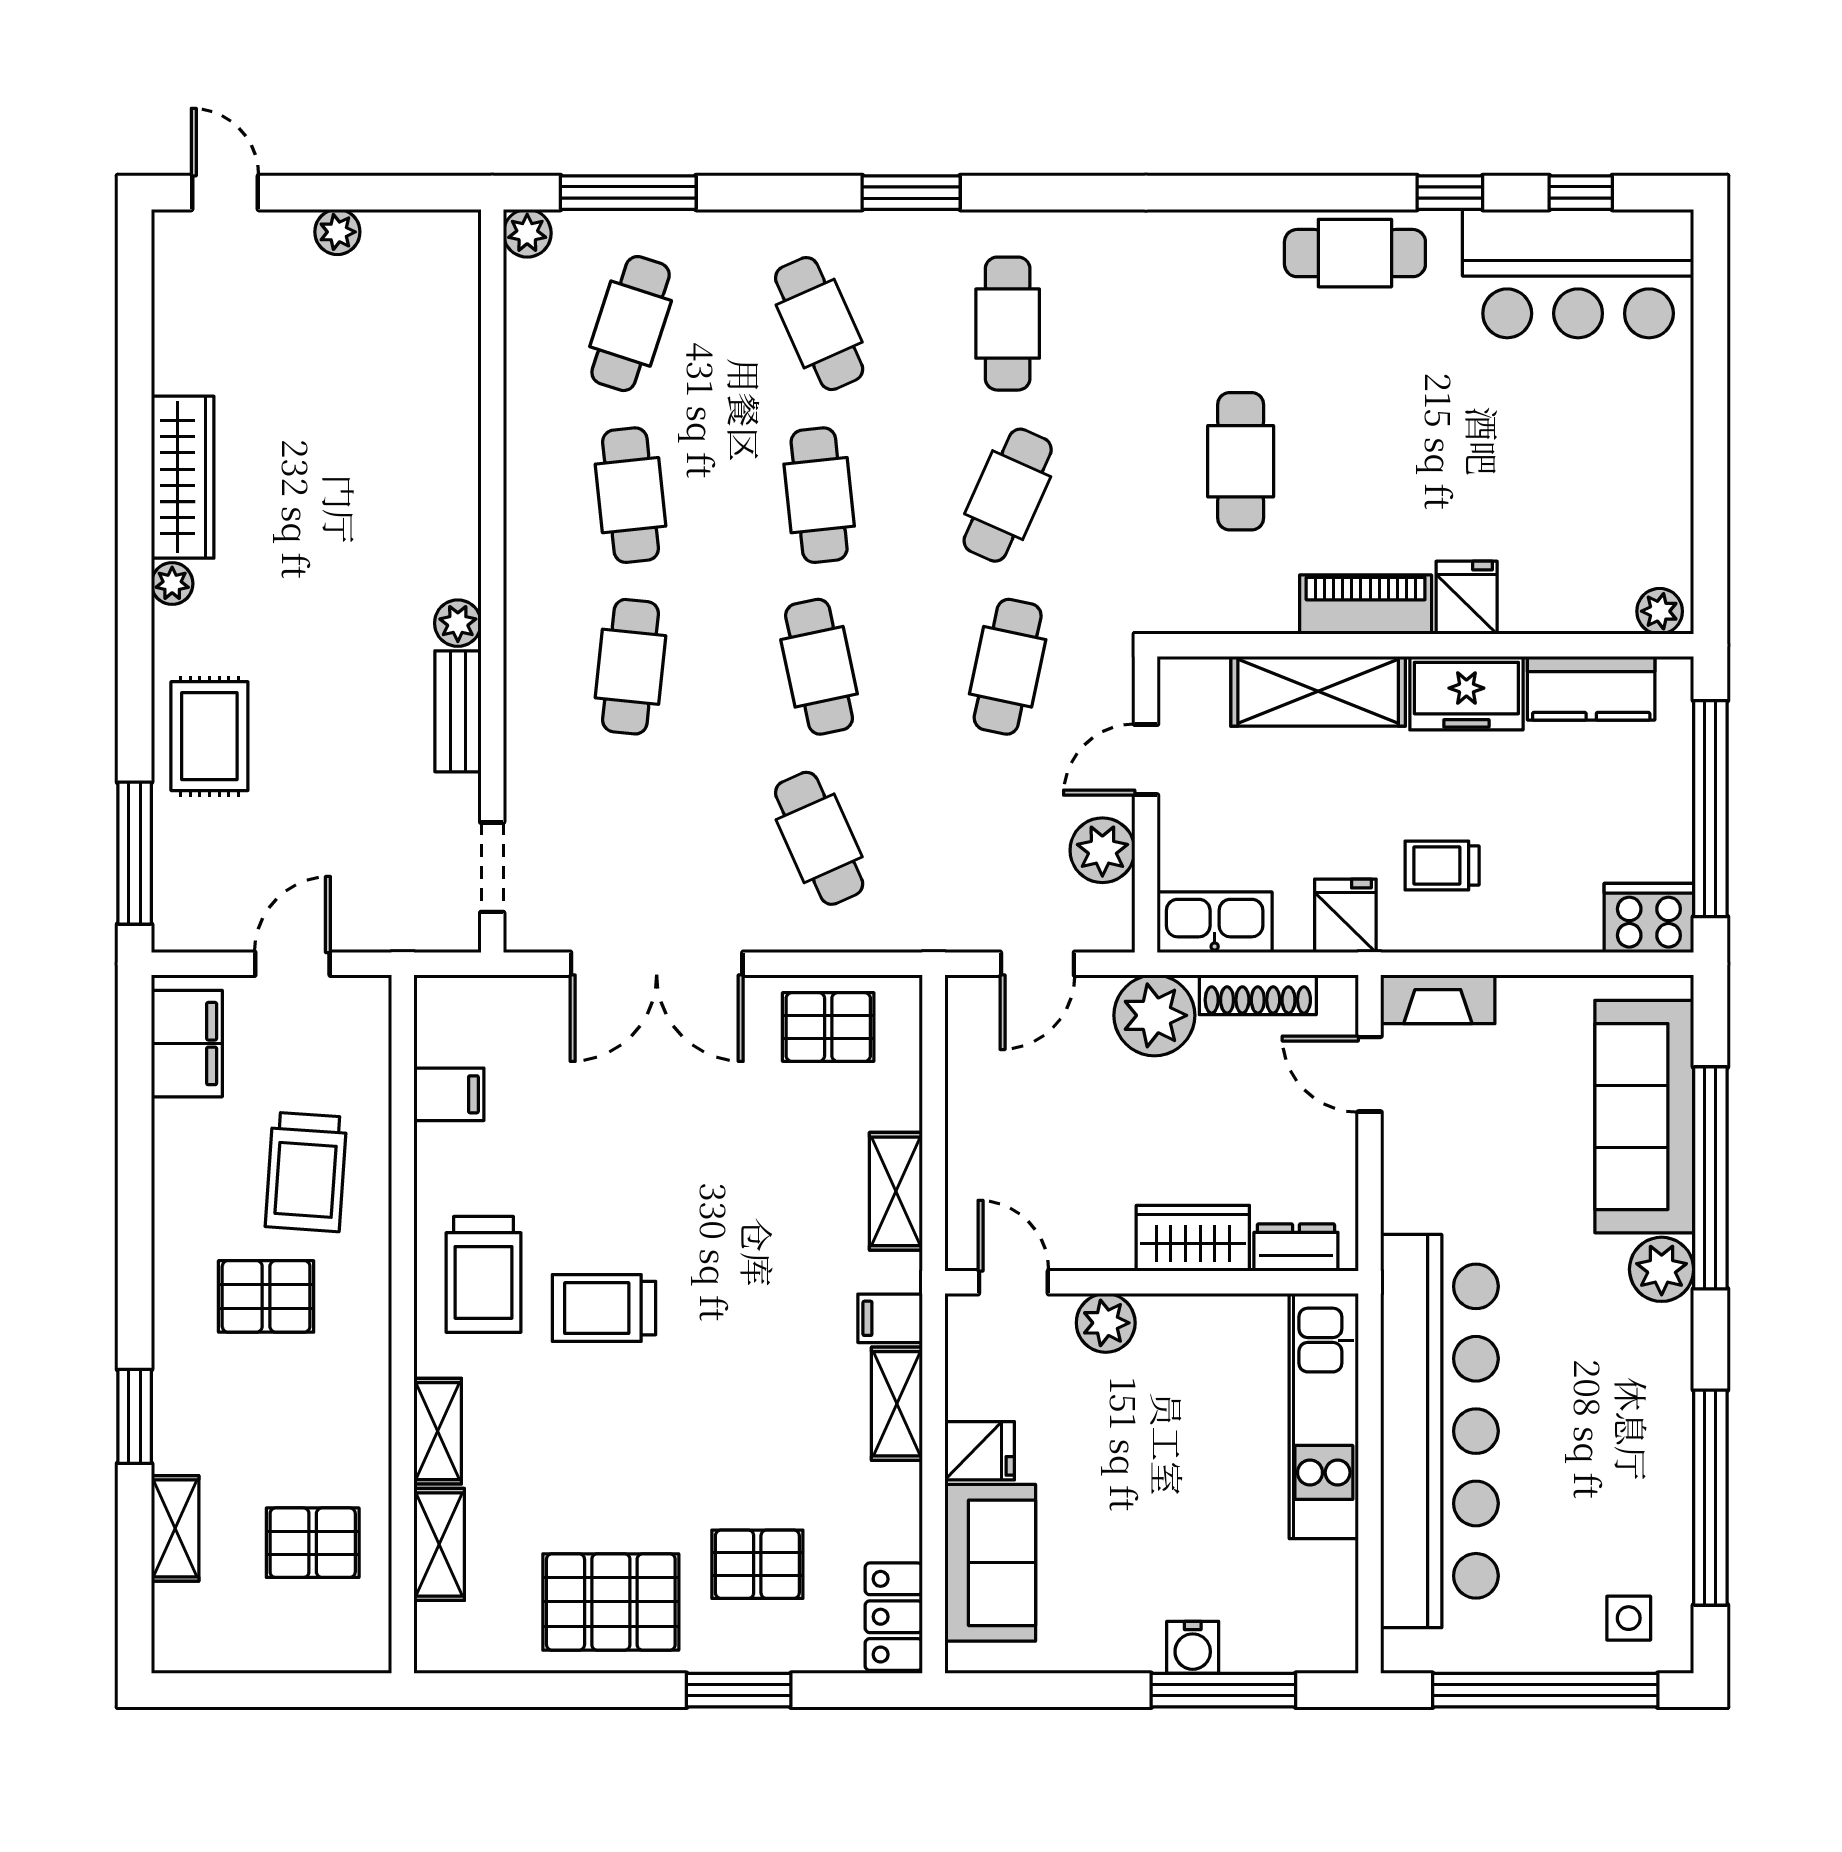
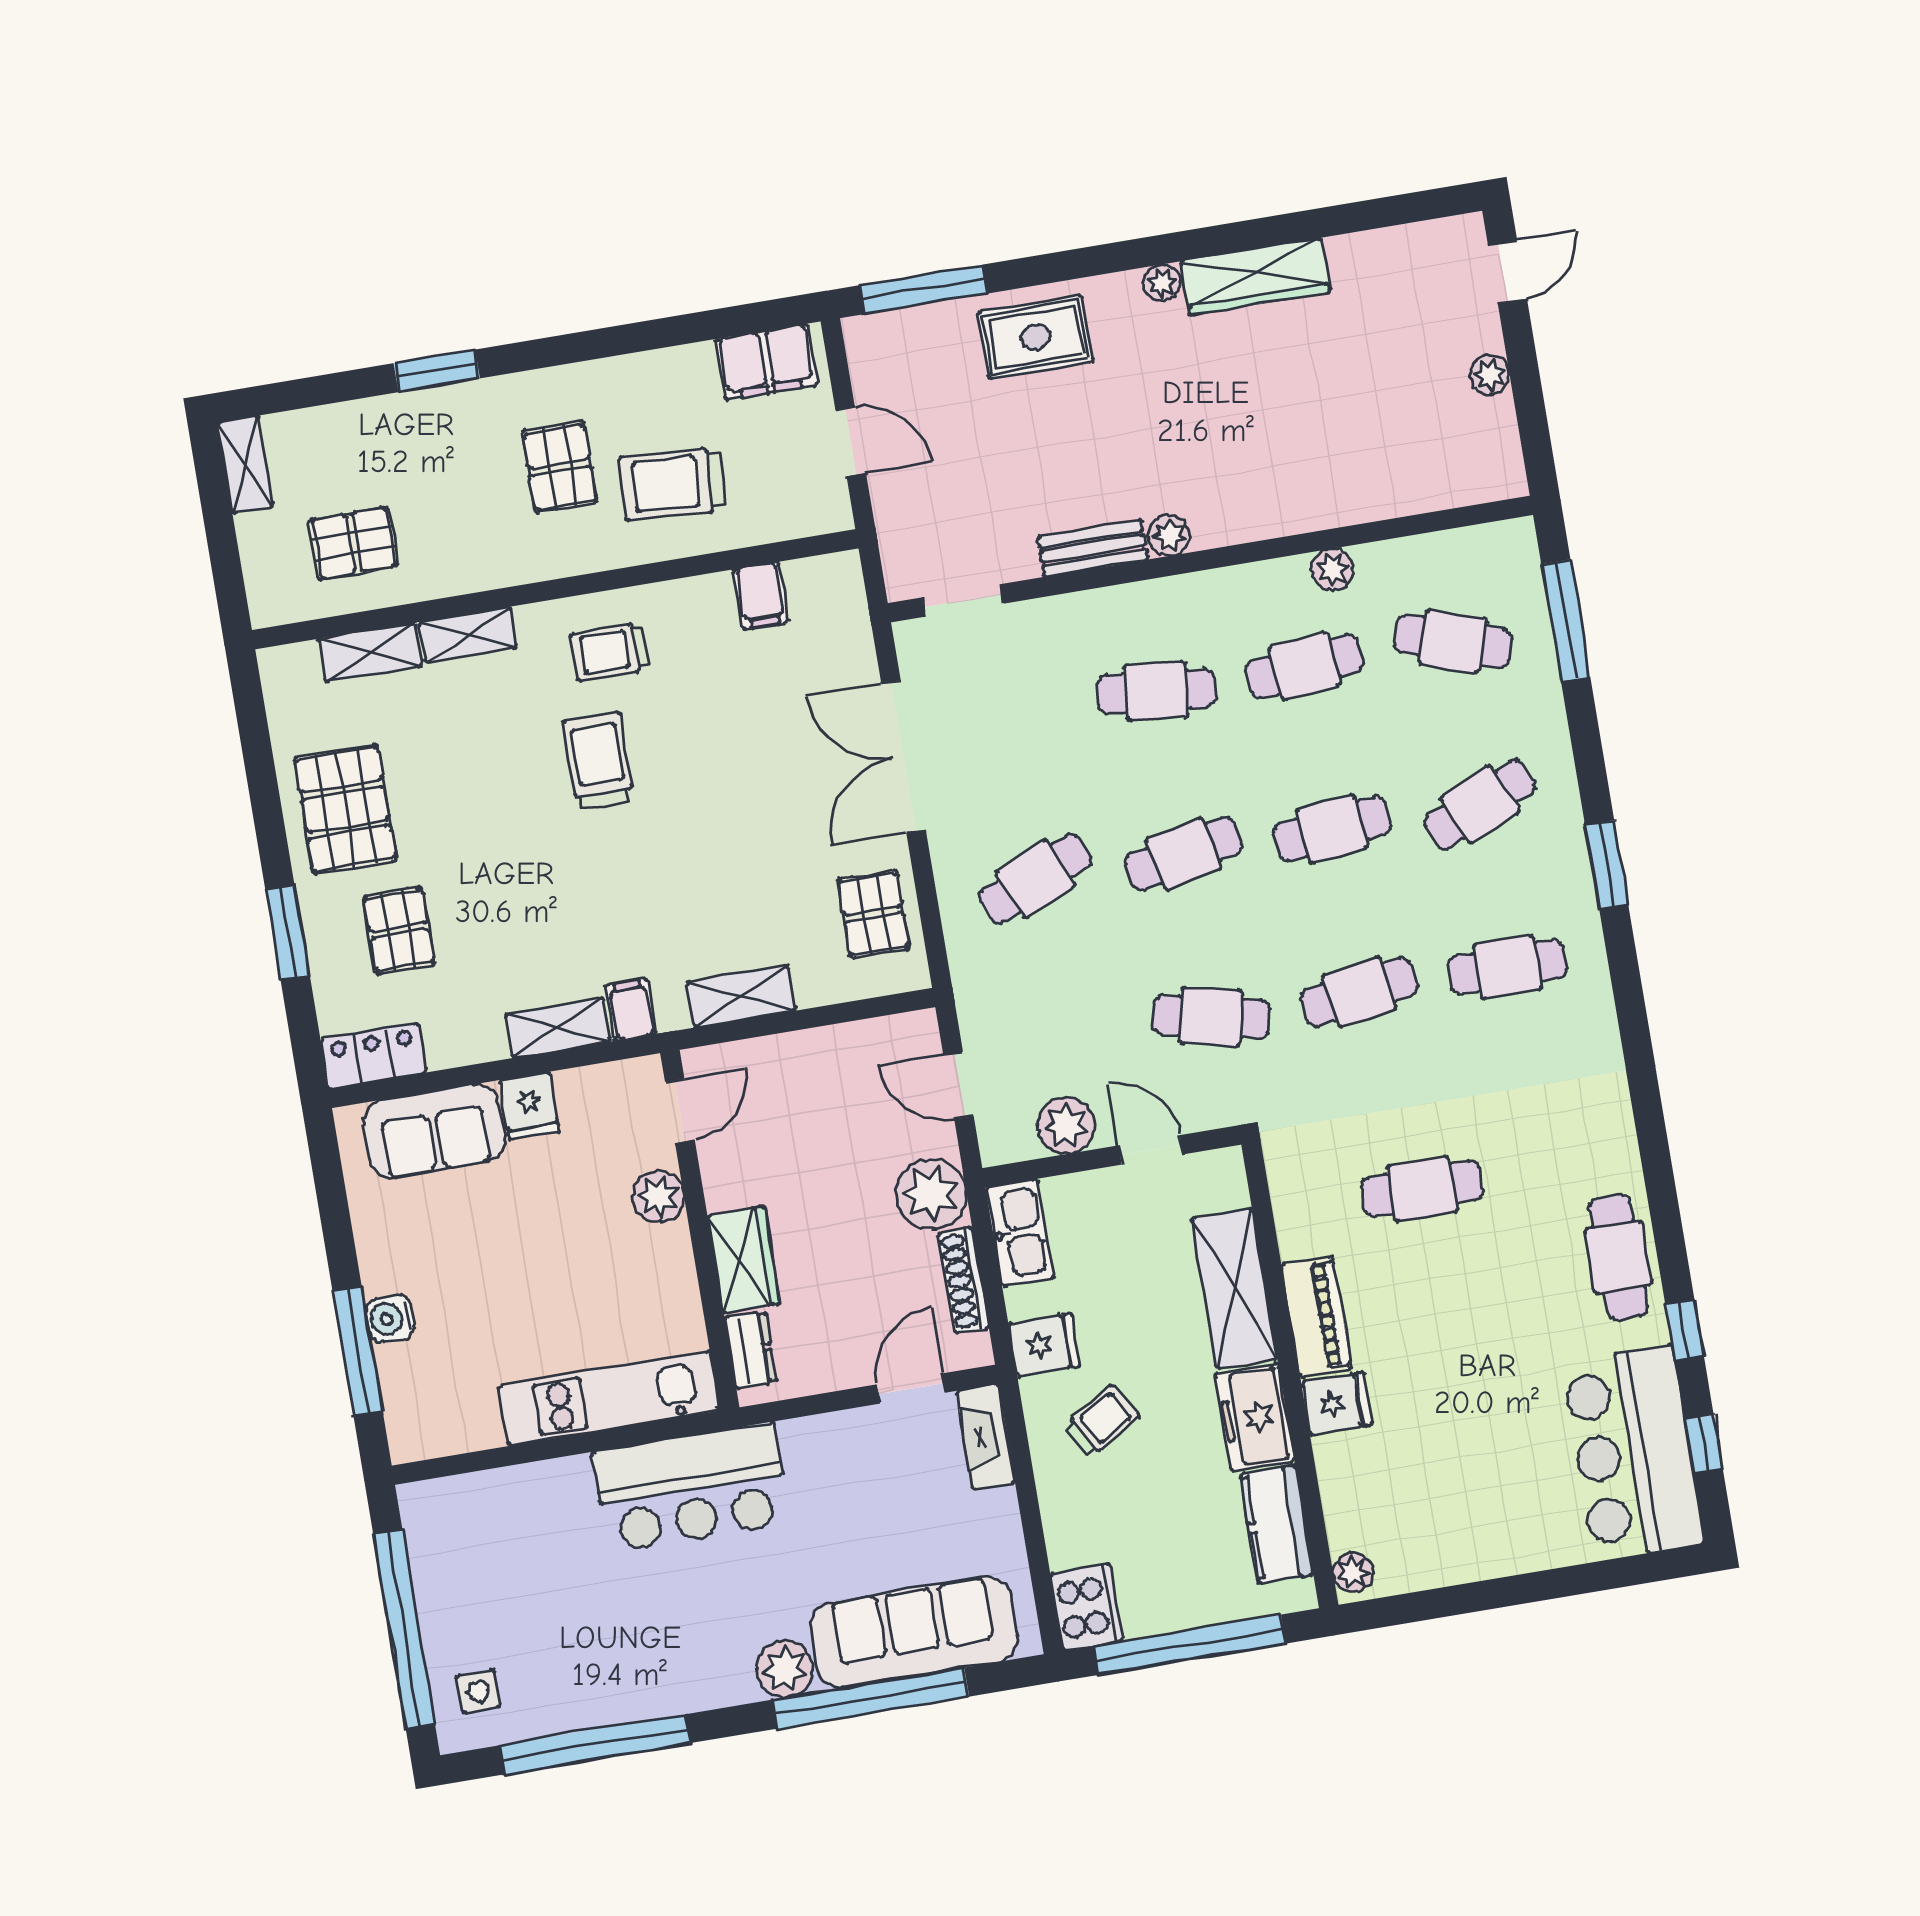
plant: (527, 233) -> (1333, 570), moved
cafe table: (1008, 495) -> (1359, 992), turned -33
trolley: (1442, 865) -> (1102, 1421), turned 59
trolley: (484, 1274) -> (610, 652), width x0.73, depth x0.72
bar counter: (1439, 1431) -> (691, 1487), width x0.54
shelving: (175, 1528) -> (245, 465), moved, turned 90
pallet: (313, 1543) -> (353, 543), turned 90

